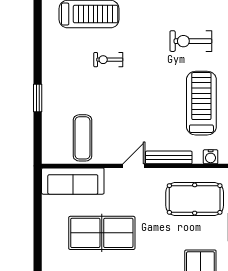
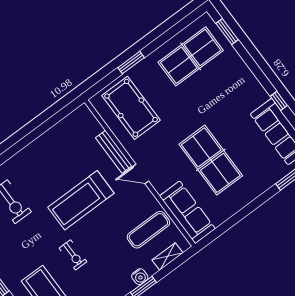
treadmill: (201, 103) -> (81, 200), moved
shelving: (48, 137) -> (167, 256), added
water cooler: (211, 157) -> (140, 277), moved, turned 90

